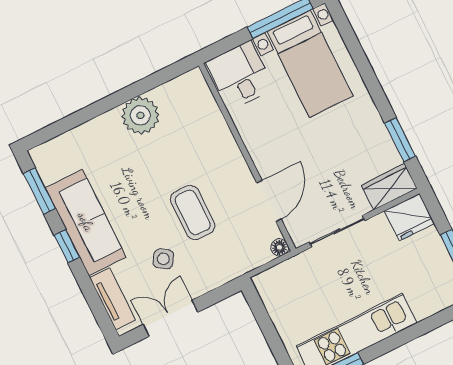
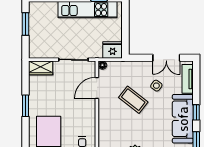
window: (400, 140) -> (25, 106), moved
coffee table: (193, 212) -> (133, 100), turned -52
fridge: (409, 217) -> (113, 50), moved

